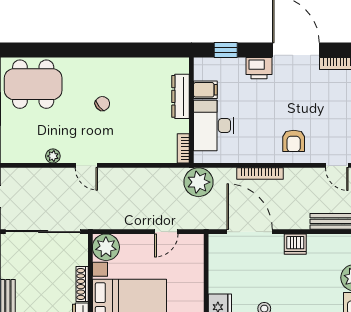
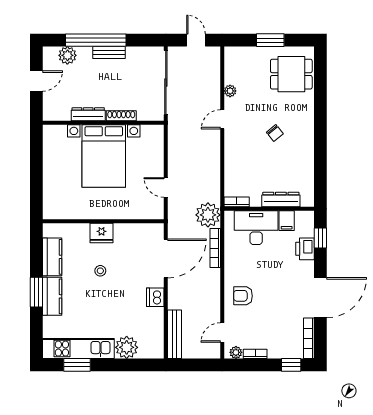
printer: (259, 68) -> (305, 249), moved
dining table: (33, 84) -> (291, 74), width x0.73
bookcase: (260, 174) -> (215, 248), moved
plant: (106, 247) -> (153, 136), removed

